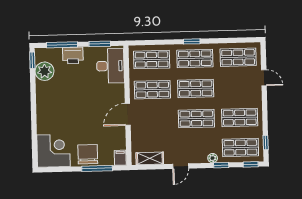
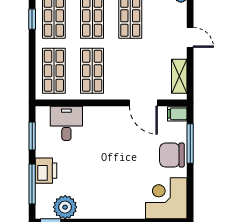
desk: (110, 66) -> (66, 123), width x0.73
door: (128, 114) -> (143, 103), moved

